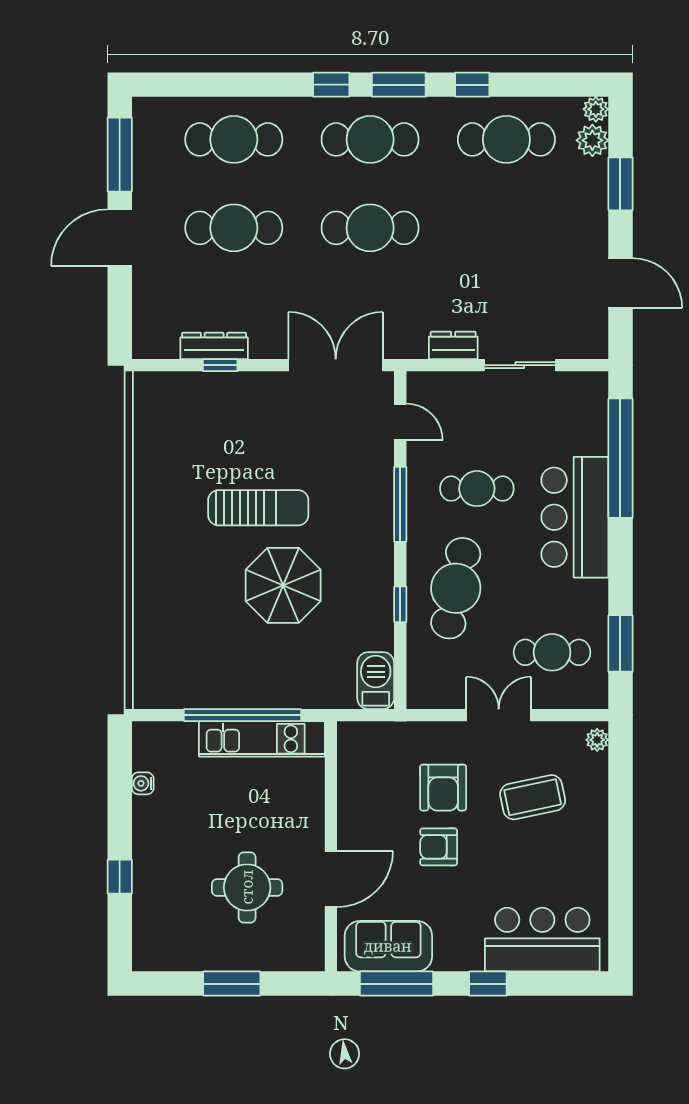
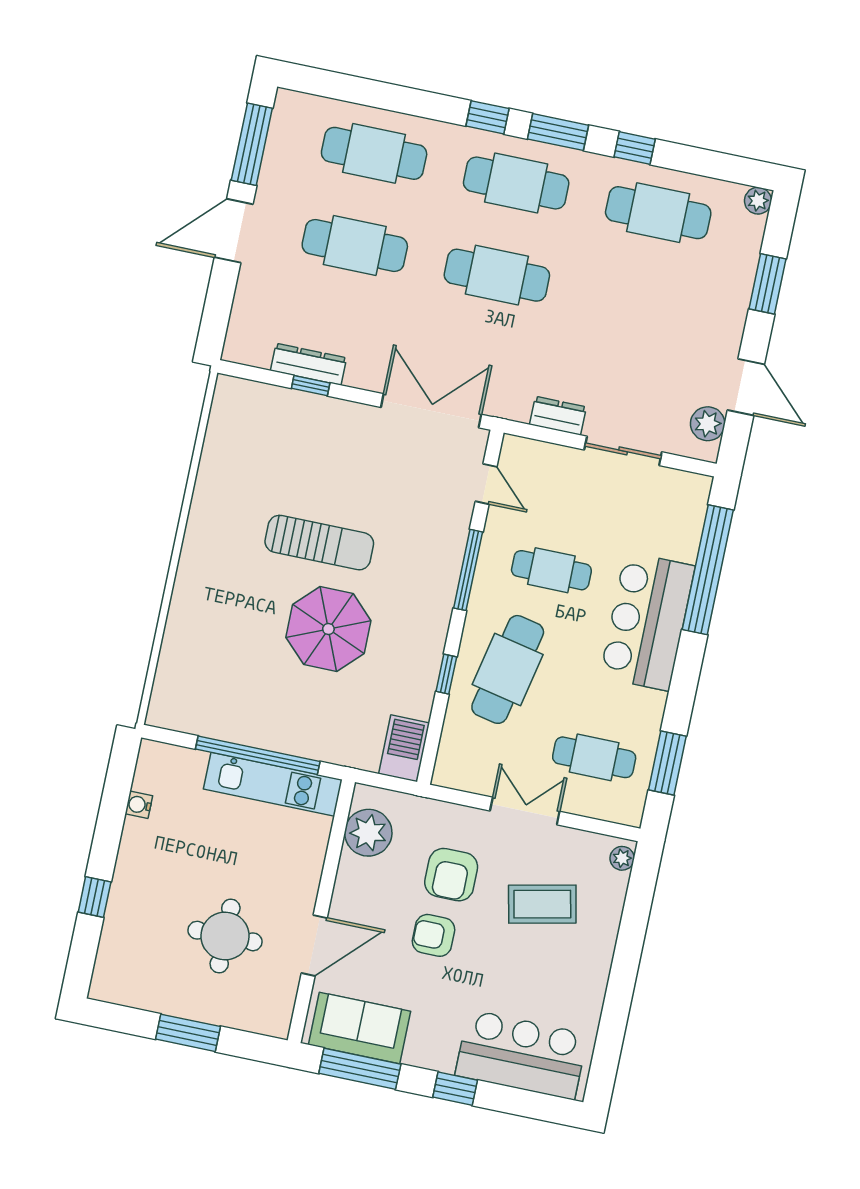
plant: (592, 140) -> (708, 424), moved
plant: (359, 765) -> (368, 833), added

